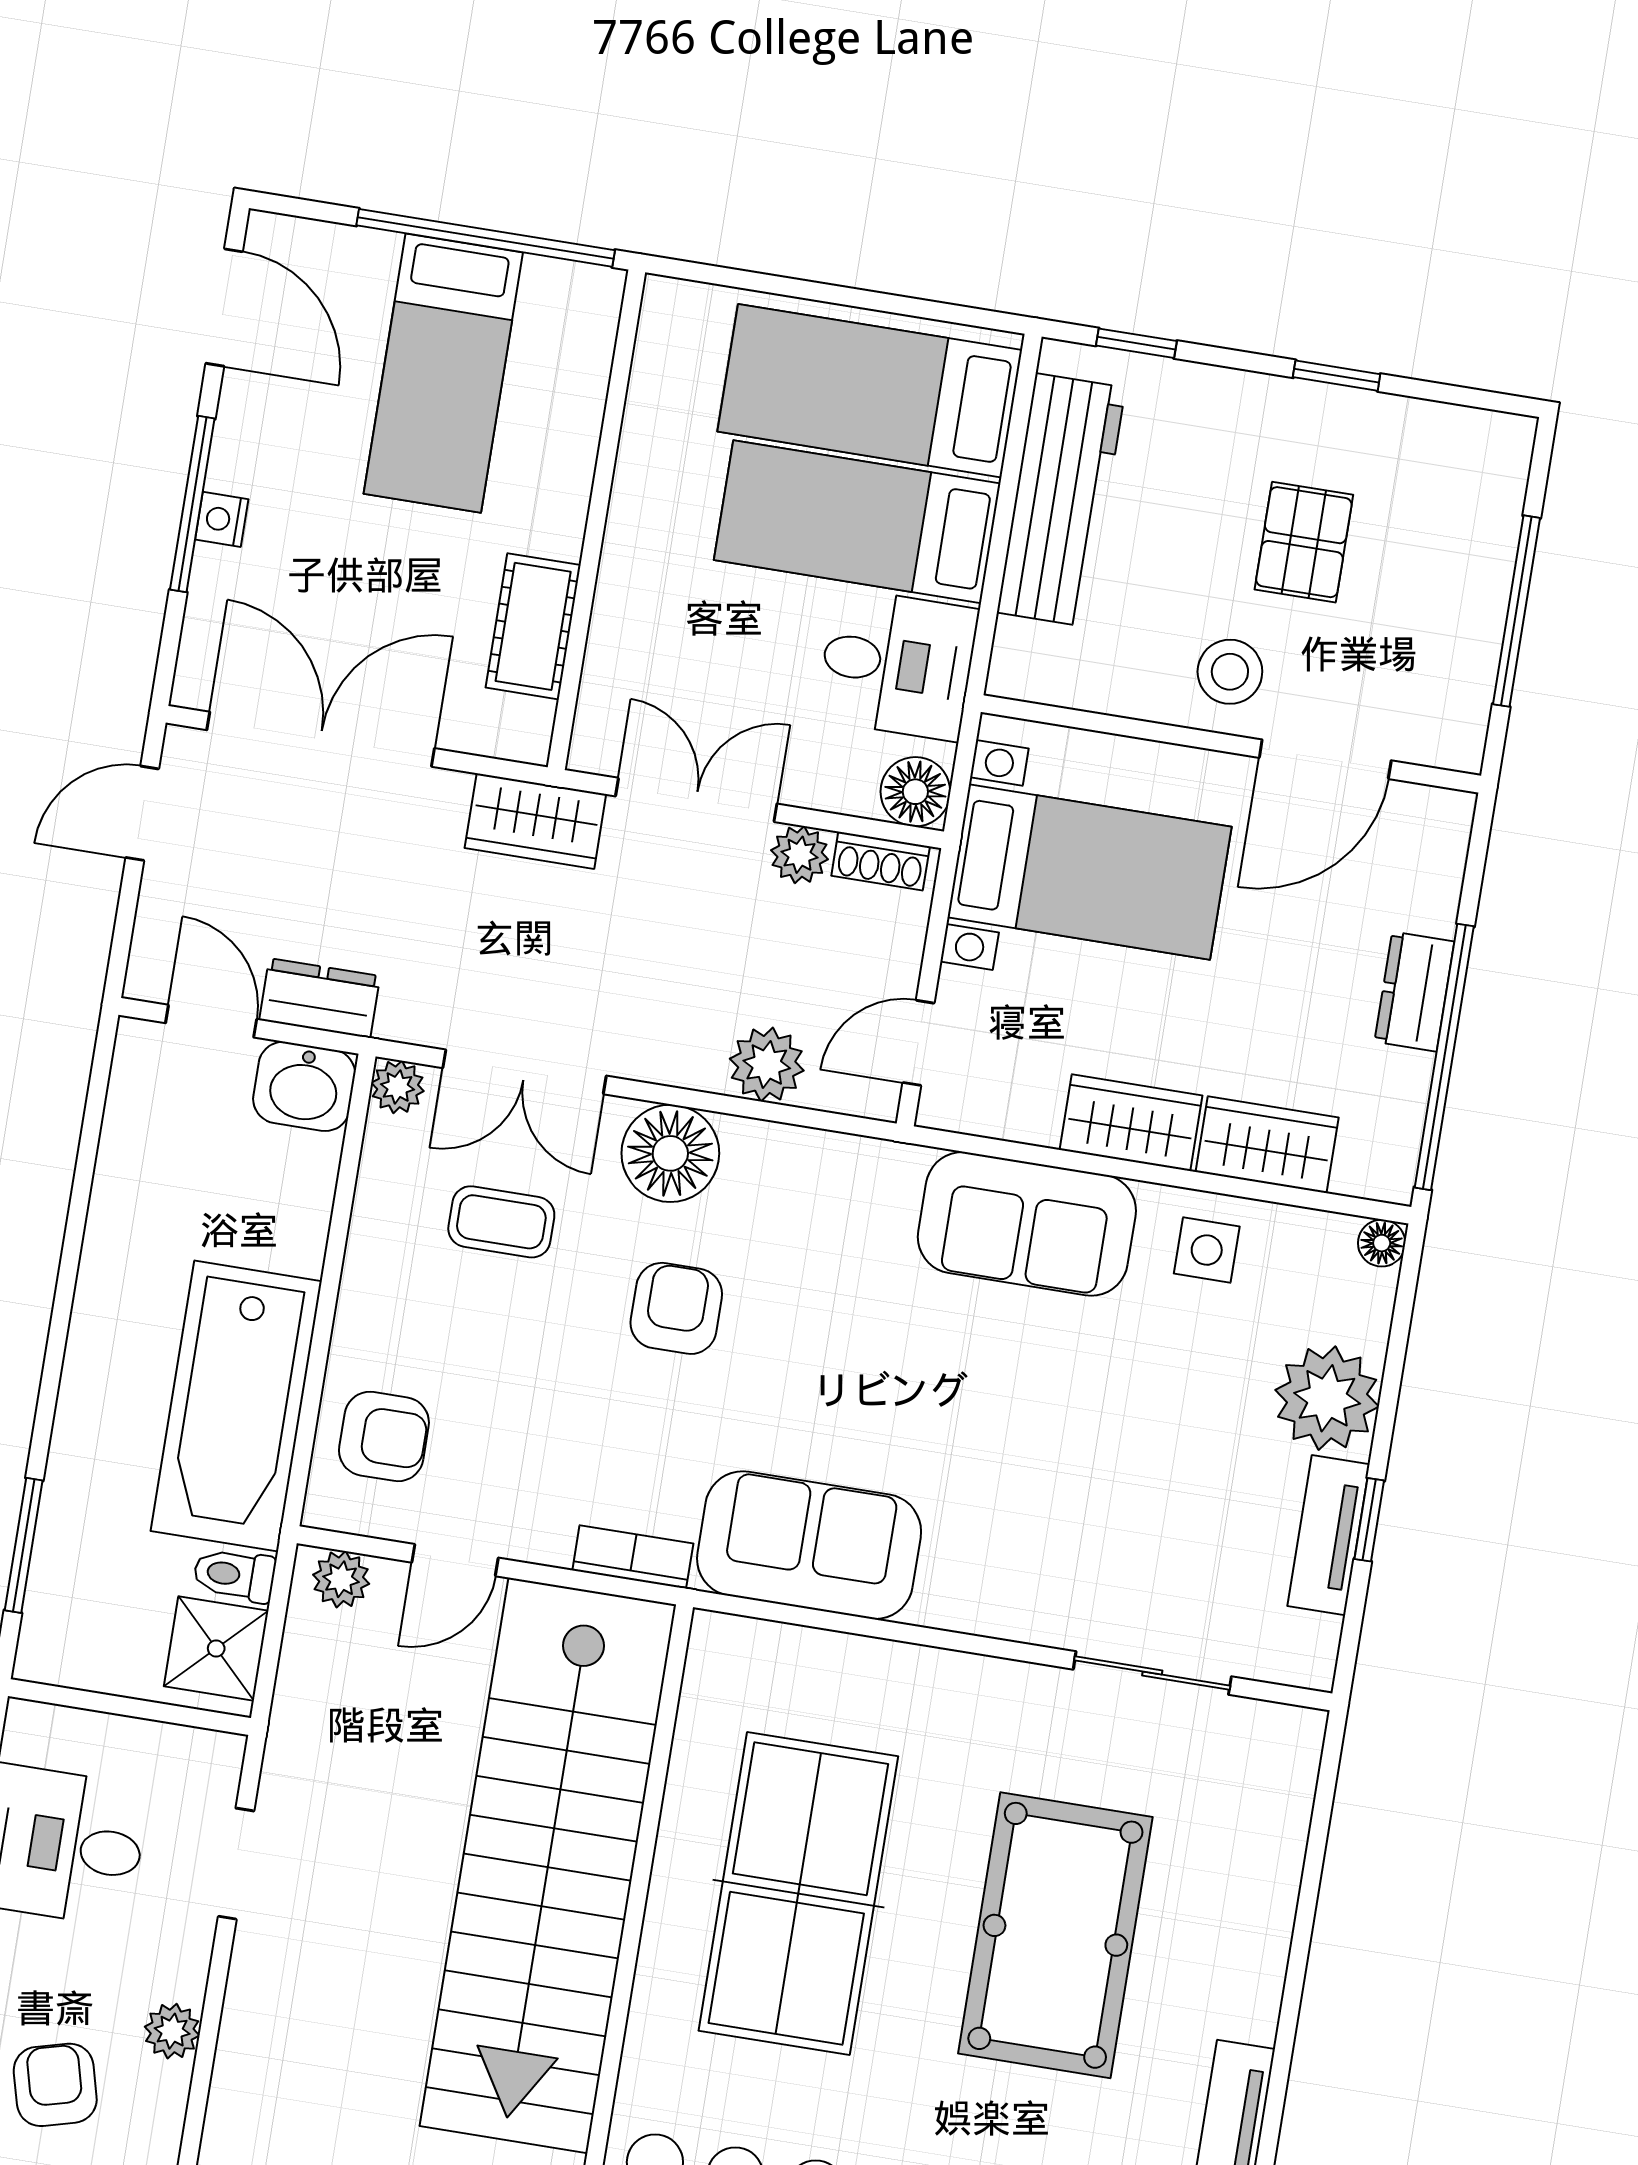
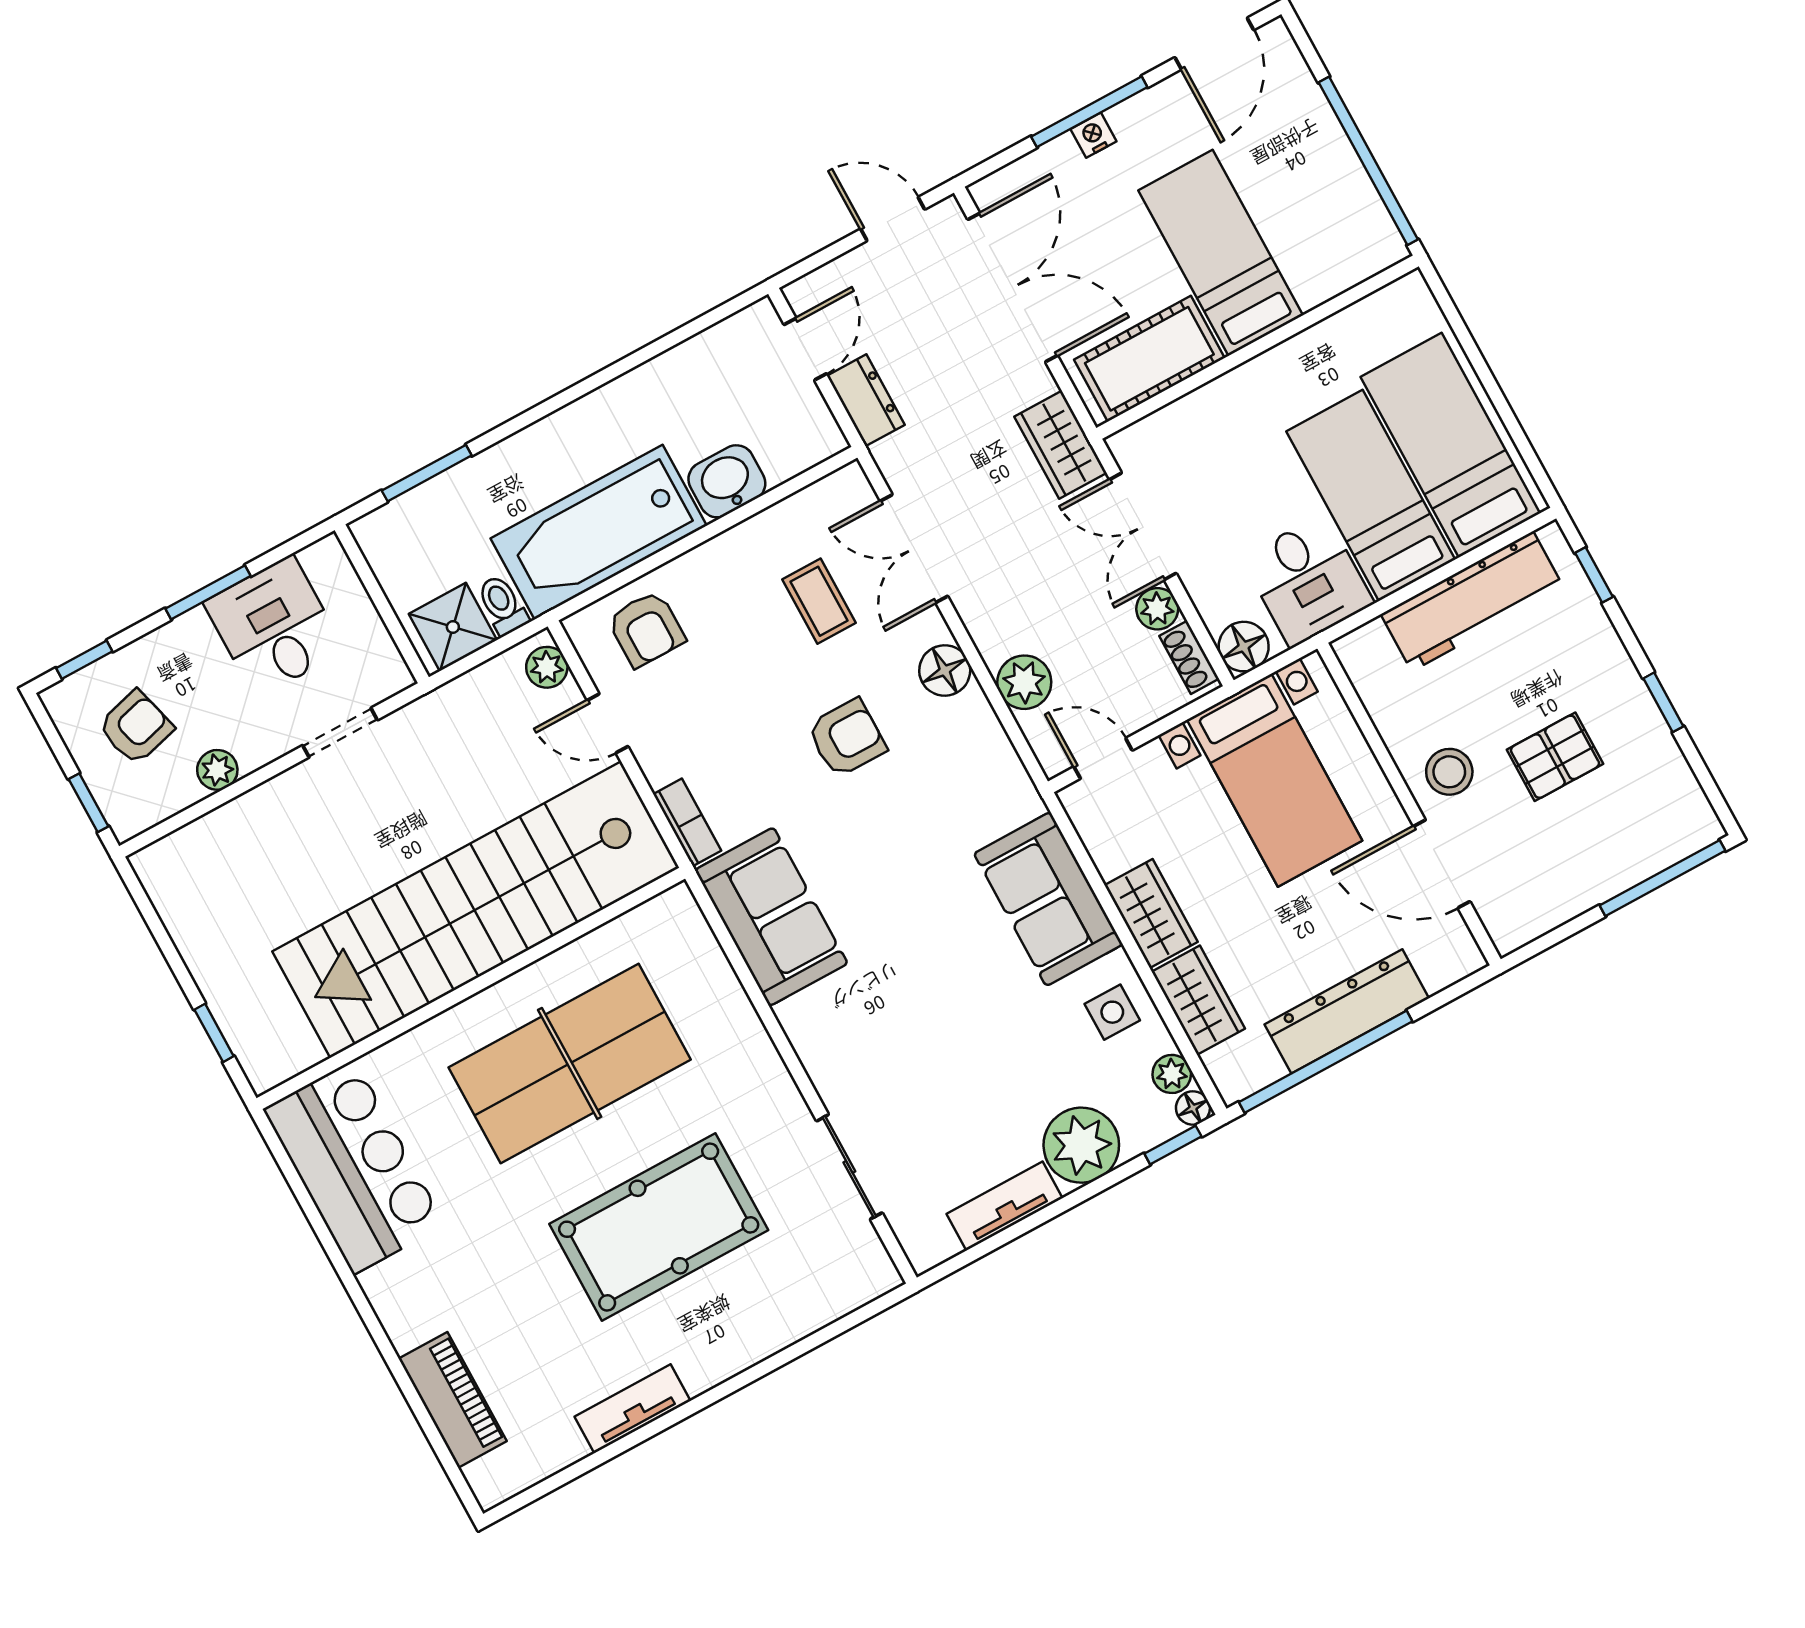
bed: (443, 373) -> (1221, 253), moved, turned 90
window: (1516, 611) -> (1663, 878), moved
cot: (533, 626) -> (1149, 359), width x1.37, depth x1.34
double door: (696, 800) -> (1143, 526), swing flipped
dresser: (1414, 992) -> (1347, 1011), width x1.96, depth x1.24
washbasin: (304, 1086) -> (727, 481), moved, turned 90
plant: (398, 1087) -> (1172, 1074), moved
floor lamp: (670, 1153) -> (945, 670), width x0.73, depth x0.73
window: (1369, 1520) -> (1173, 1145), moved

